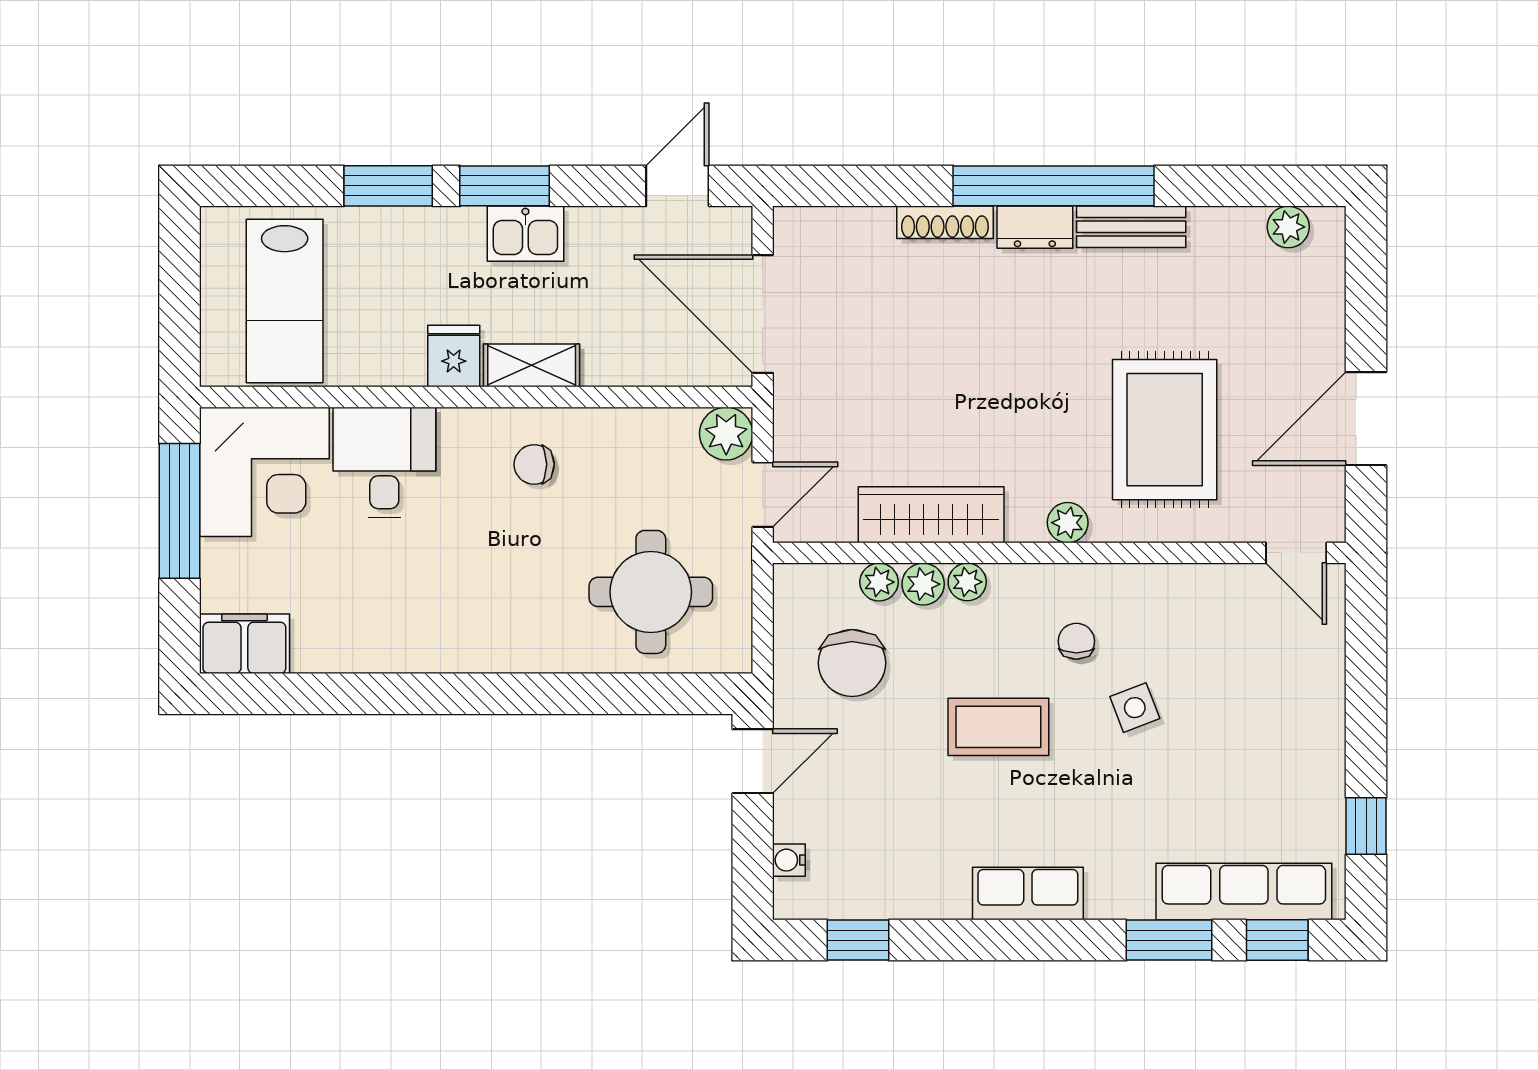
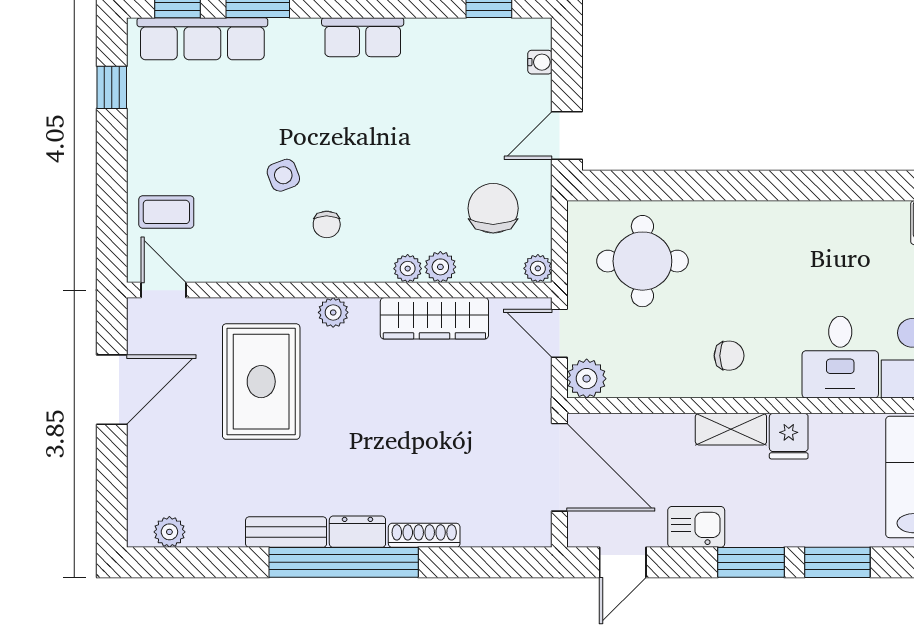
kitchen sink: (525, 234) -> (696, 527), moved
door: (763, 495) -> (559, 333), hinge flipped
plant: (879, 582) -> (538, 268), moved
coffee table: (998, 727) -> (166, 212), moved, width x0.73, depth x0.77

